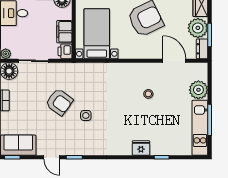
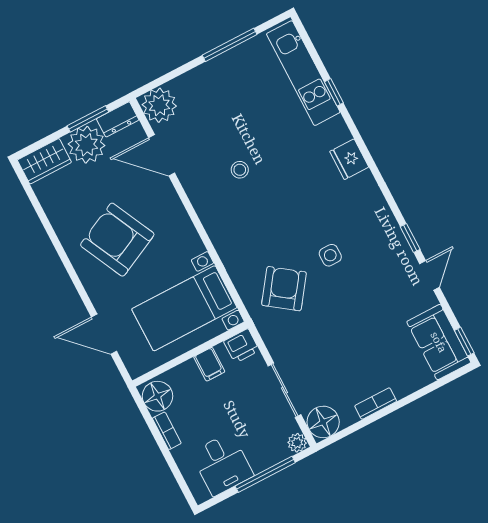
filing cabinet: (64, 32) -> (209, 364), width x0.50
door: (174, 61) -> (162, 155), hinge flipped
plant: (198, 90) -> (159, 105), moved
armchair: (59, 102) -> (284, 289), moved
kitchen unit: (200, 128) -> (303, 73), moved, turned 90
fridge: (141, 148) -> (349, 159), moved

